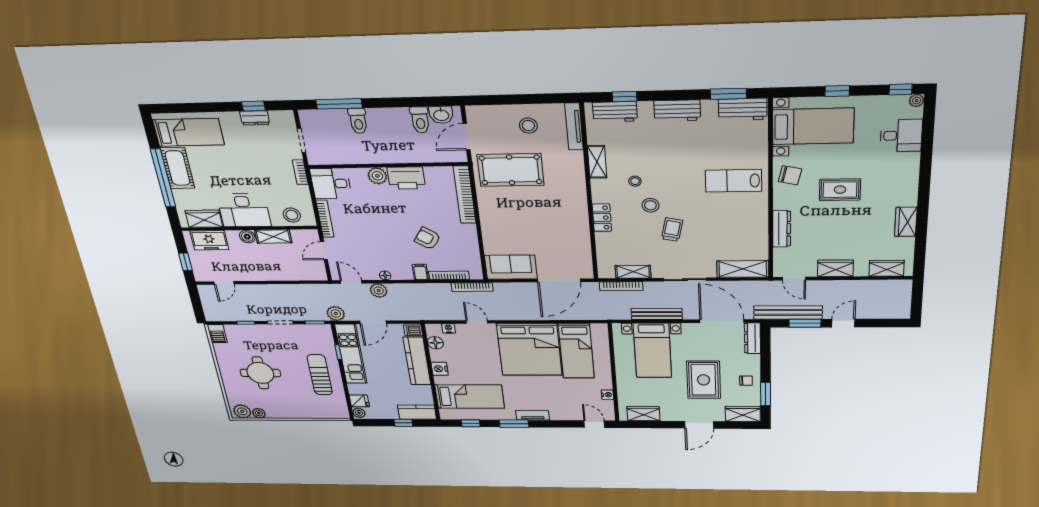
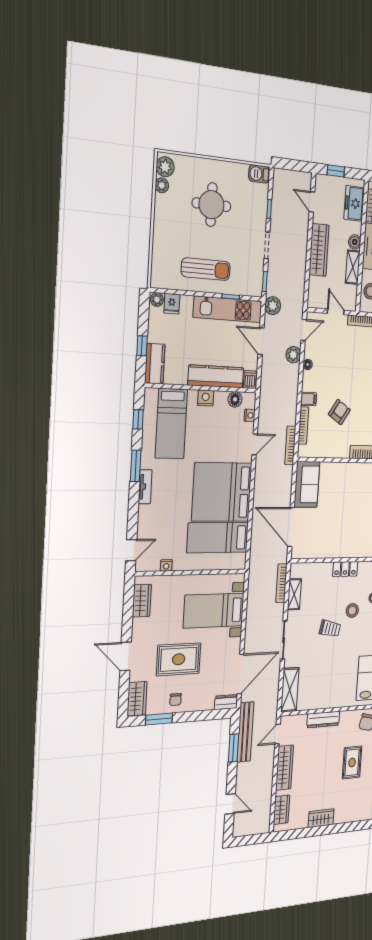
wardrobe: (835, 268) -> (285, 768), width x1.50
wardrobe: (268, 273) -> (319, 250), added
bench: (657, 314) -> (252, 615), removed
door: (843, 323) -> (230, 804), moved
dresser: (752, 338) -> (226, 702), width x0.70

